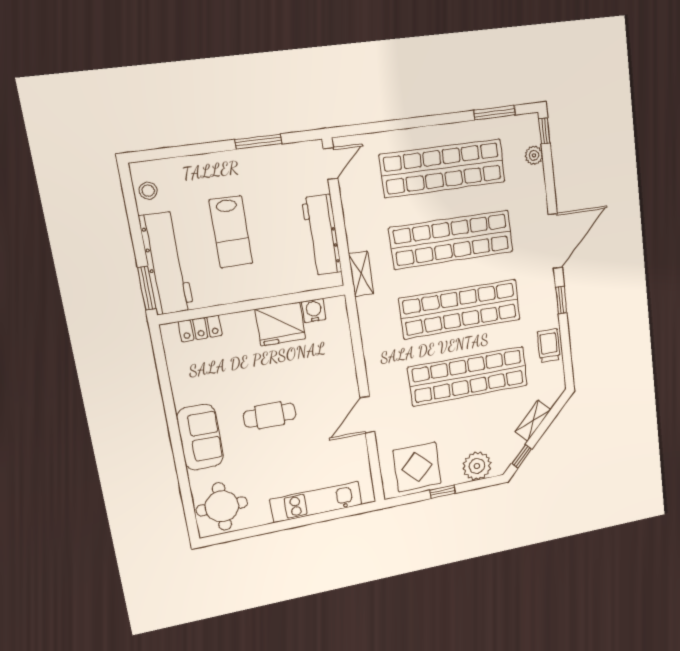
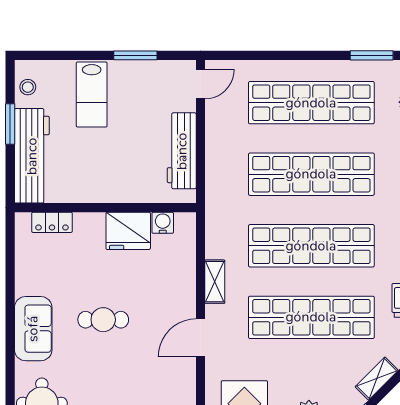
lab bench: (231, 232) -> (92, 95), moved
shelving: (361, 274) -> (215, 282), moved
window: (147, 288) -> (10, 124), moved

